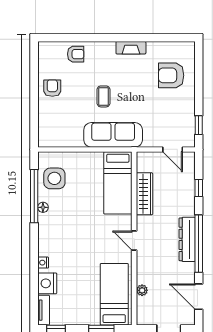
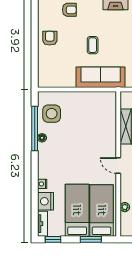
bed: (118, 183) -> (77, 210), moved, turned 180

